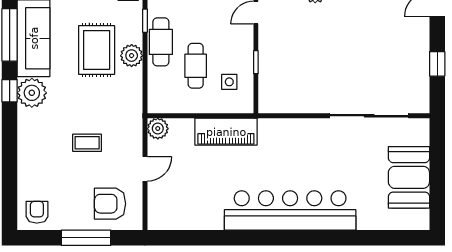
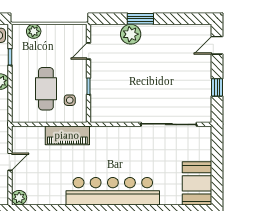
cafe table: (161, 42) -> (21, 72), removed
cafe table: (196, 66) -> (46, 89), width x1.37, depth x1.35
plant: (158, 129) -> (19, 198), moved
booth: (409, 177) -> (197, 183), moved

